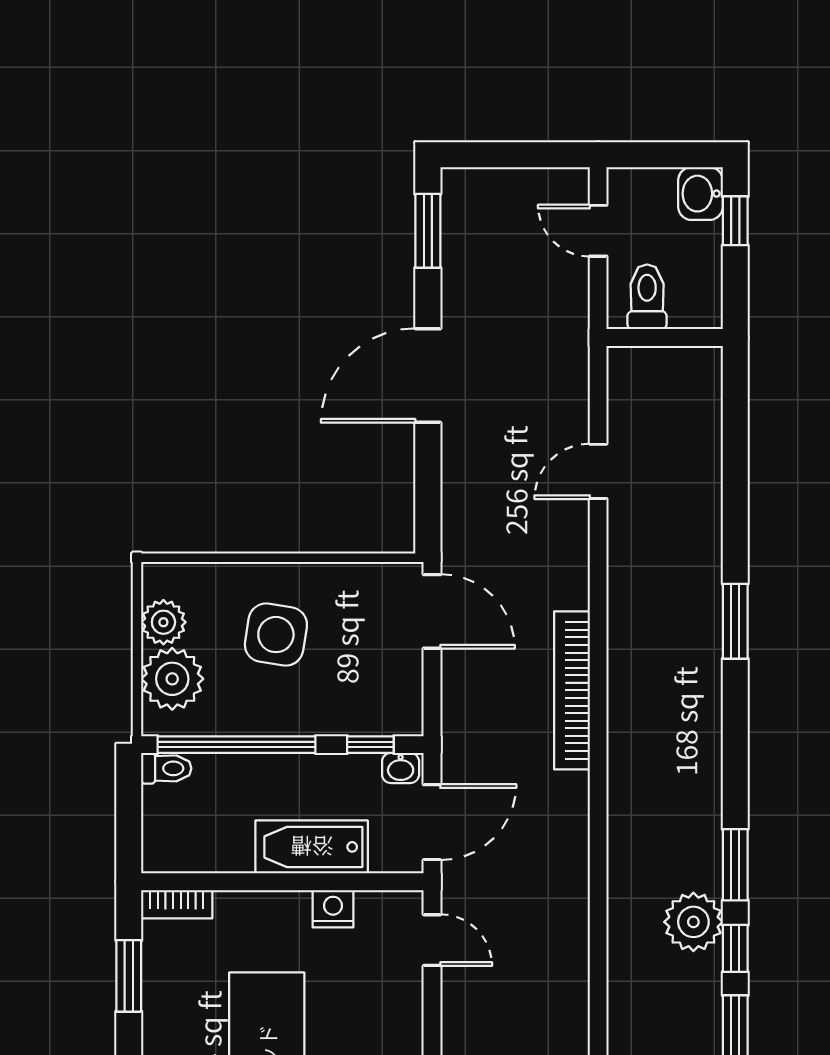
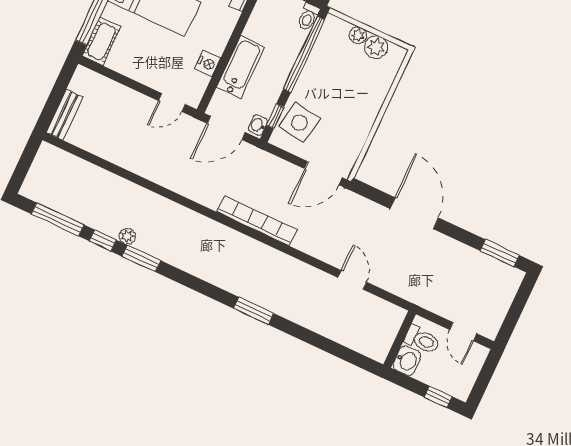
washbasin: (700, 194) -> (407, 361), moved, turned 90
door: (598, 231) -> (463, 332), swing flipped
door: (428, 376) -> (414, 213), moved
side table: (276, 635) -> (299, 123), moved
plant: (172, 679) -> (358, 35), width x0.53, depth x0.53
door: (432, 822) -> (226, 128), hinge flipped
plant: (693, 922) -> (127, 236), width x0.53, depth x0.53

